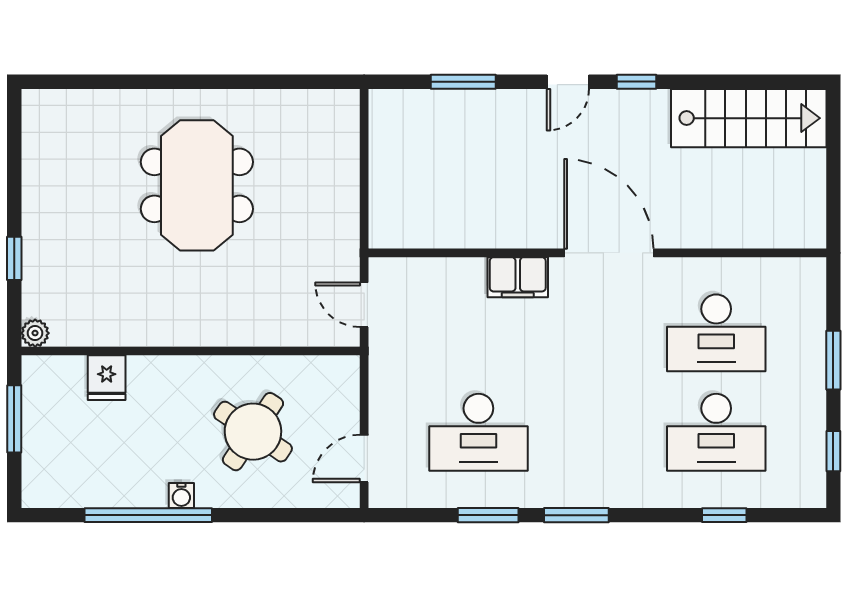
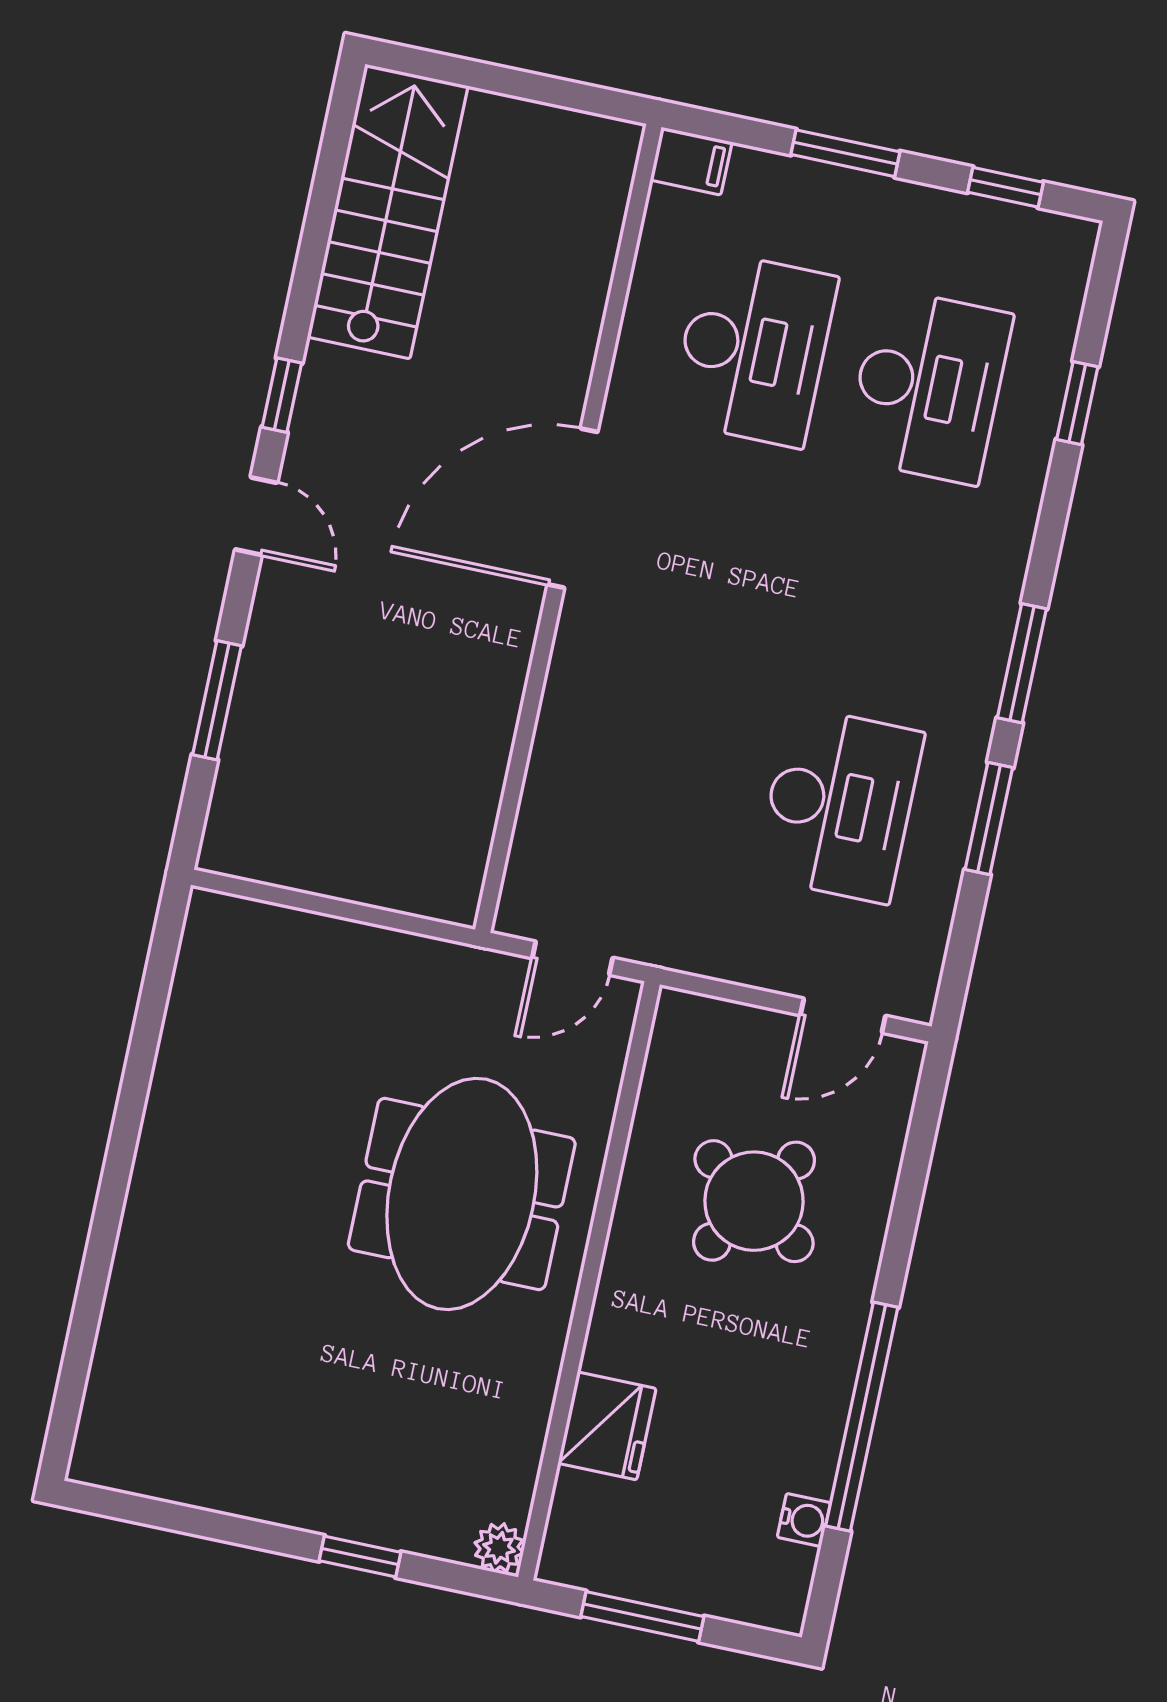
meeting table: (197, 185) -> (462, 1194), moved, turned 90
filing cabinet: (518, 277) -> (691, 161), moved, width x0.50
fridge: (107, 378) -> (607, 1426), width x1.38
door: (364, 458) -> (843, 1016), hinge flipped
water cooler: (181, 496) -> (804, 1520), moved

